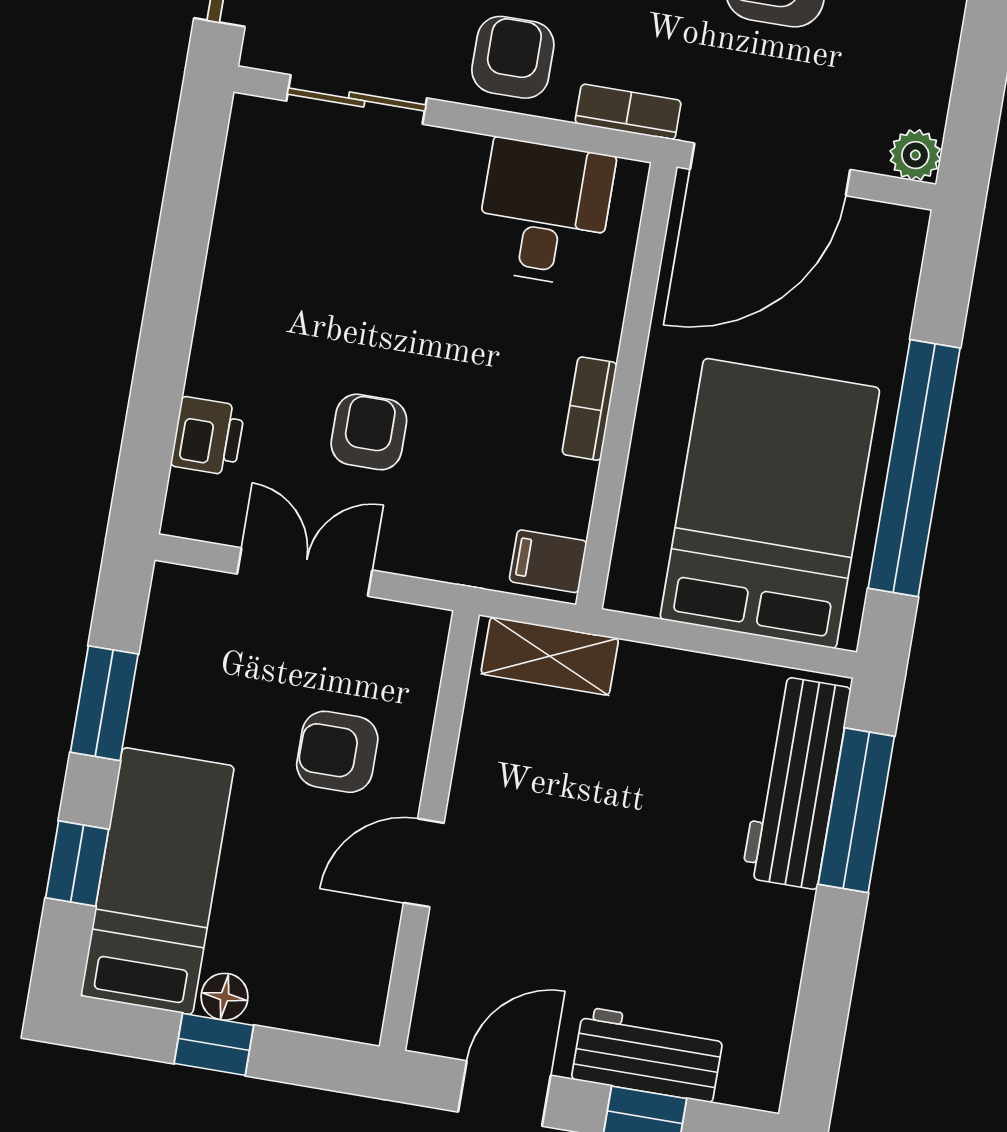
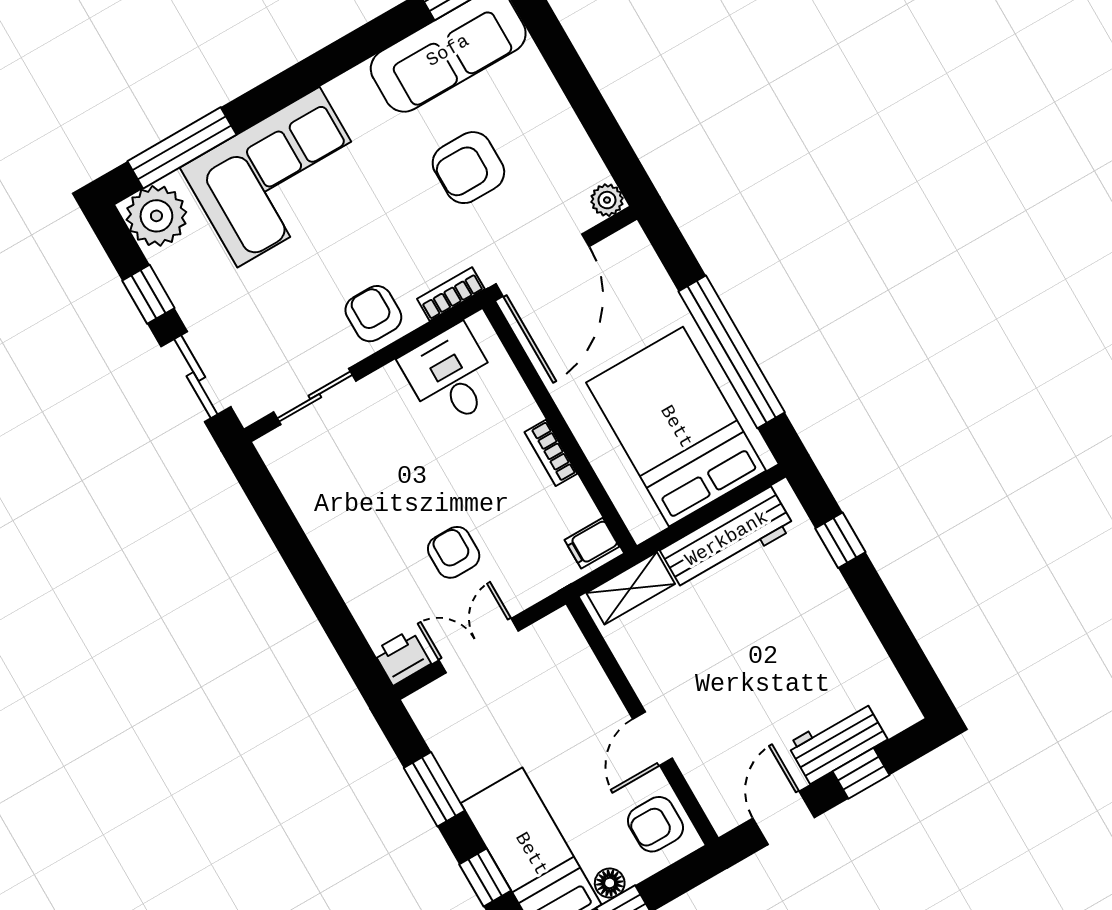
printer: (208, 436) -> (402, 657), moved, turned -90
armchair: (337, 752) -> (655, 824), moved
workbench: (796, 783) -> (727, 539), moved, turned -90
window: (856, 810) -> (840, 540), width x0.46

